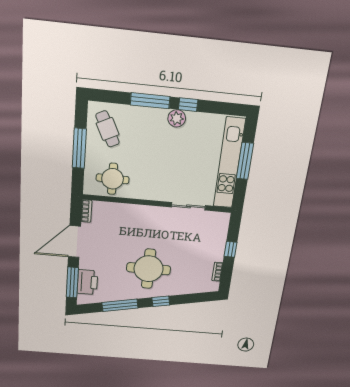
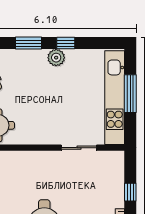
window: (150, 101) -> (28, 43), width x0.69

